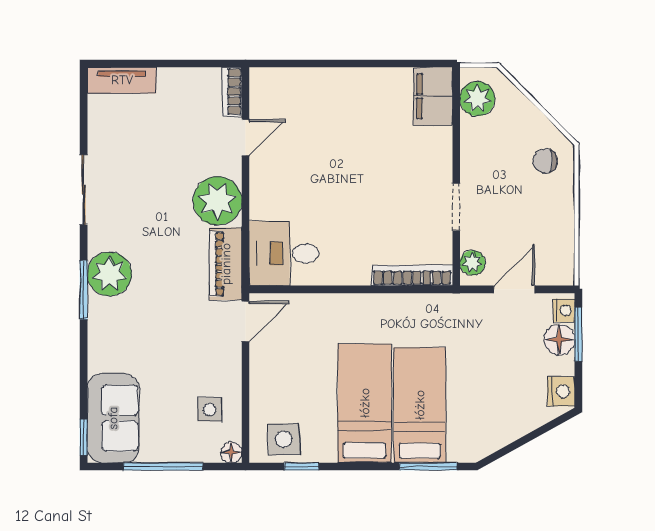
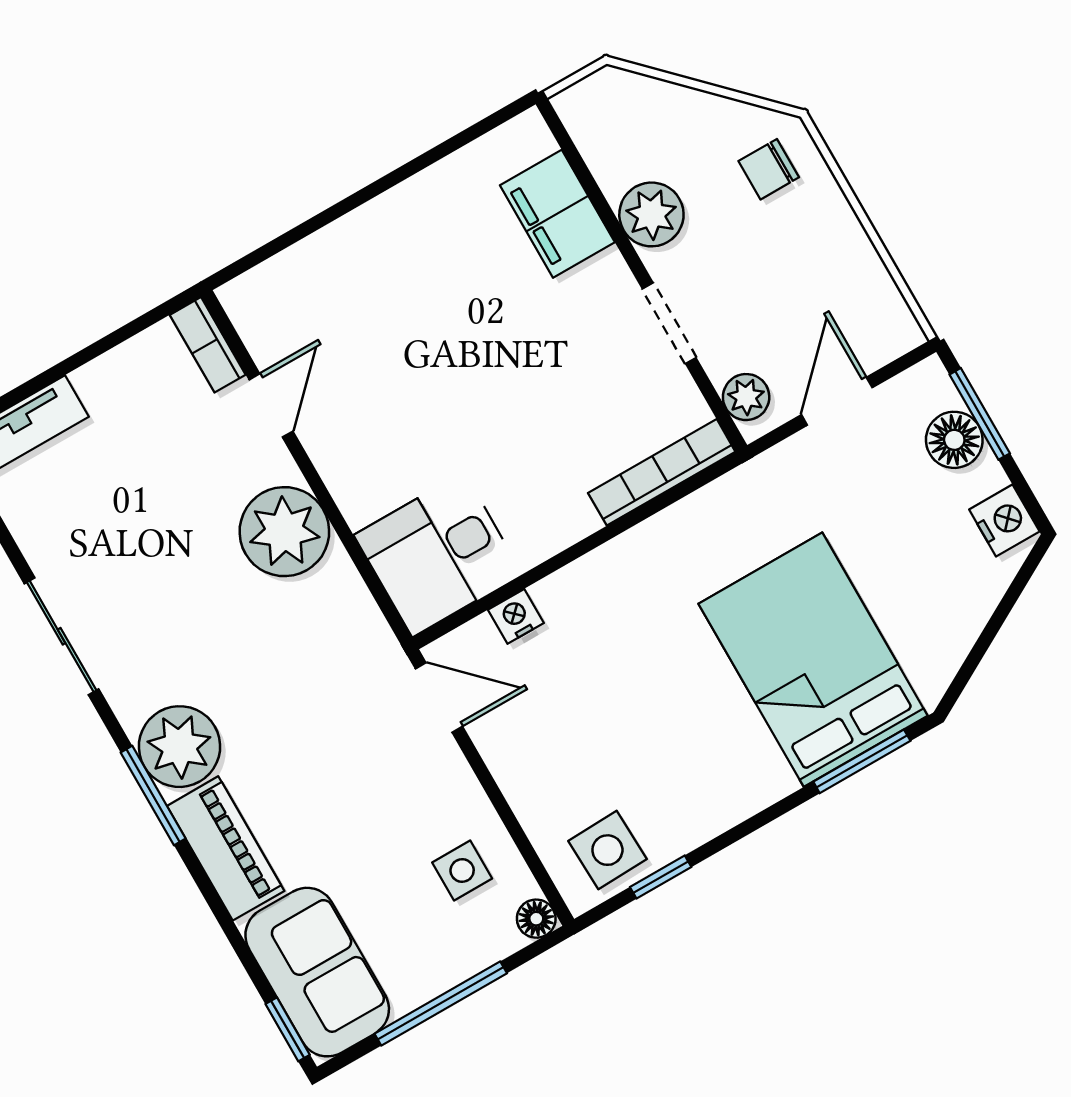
filing cabinet: (433, 96) -> (557, 214), moved
plant: (477, 99) -> (651, 214), moved
piano: (226, 264) -> (226, 848), moved, turned 180
nightstand: (564, 310) -> (516, 616), moved, turned -90
door: (245, 321) -> (439, 698), hinge flipped
bed: (365, 403) -> (703, 719), removed
bed: (420, 405) -> (813, 660), width x1.50

